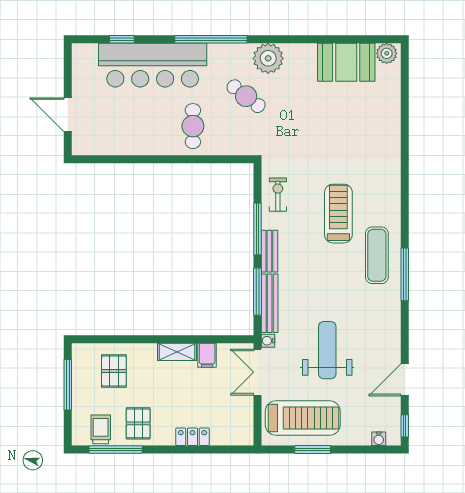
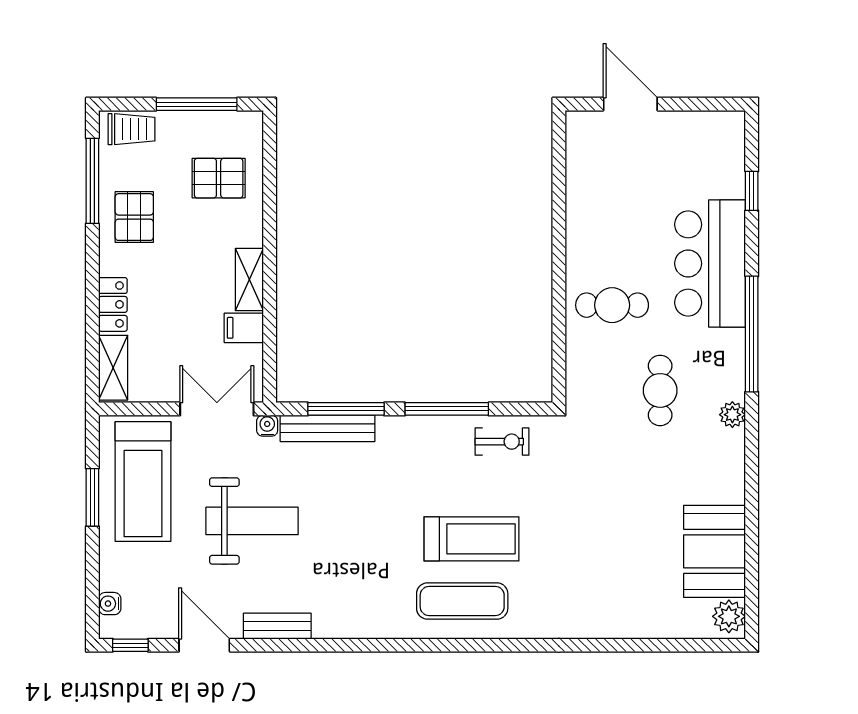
plant: (268, 58) -> (732, 415), width x0.53, depth x0.53
bar counter: (153, 65) -> (710, 263), width x0.73
cafe table: (246, 96) -> (660, 390), turned -38
door: (68, 115) -> (630, 104), hinge flipped
bench: (269, 251) -> (277, 626), moved
exercise mat: (377, 255) -> (462, 601), moved
window: (405, 274) -> (374, 645), removed
pallet: (138, 423) -> (134, 217), turned 90
trolley: (101, 429) -> (132, 129), moved
shelving: (232, 437) -> (113, 368), added

